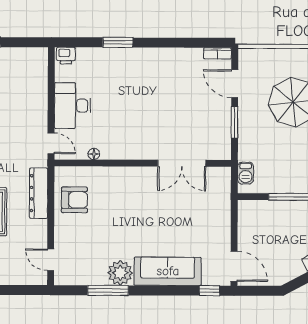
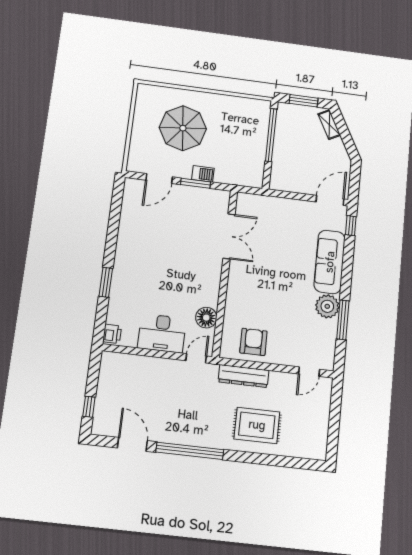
bookcase: (218, 53) -> (128, 191), removed
floor lamp: (94, 154) -> (206, 318), width x1.89, depth x1.89
barbecue: (246, 173) -> (203, 174), moved

